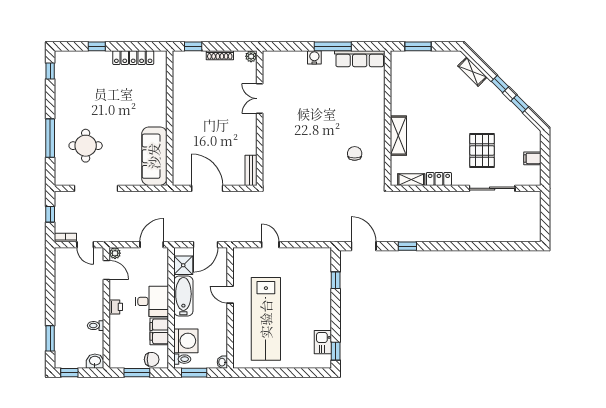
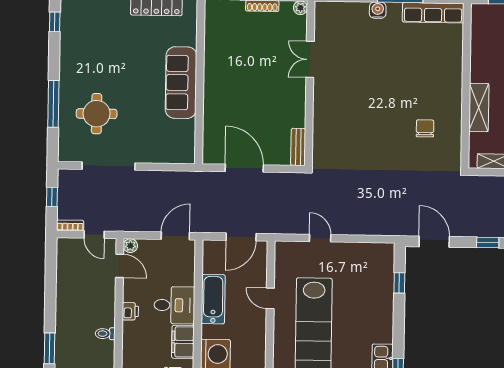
sofa: (154, 156) -> (181, 83), moved
shower: (183, 265) -> (214, 262), removed

